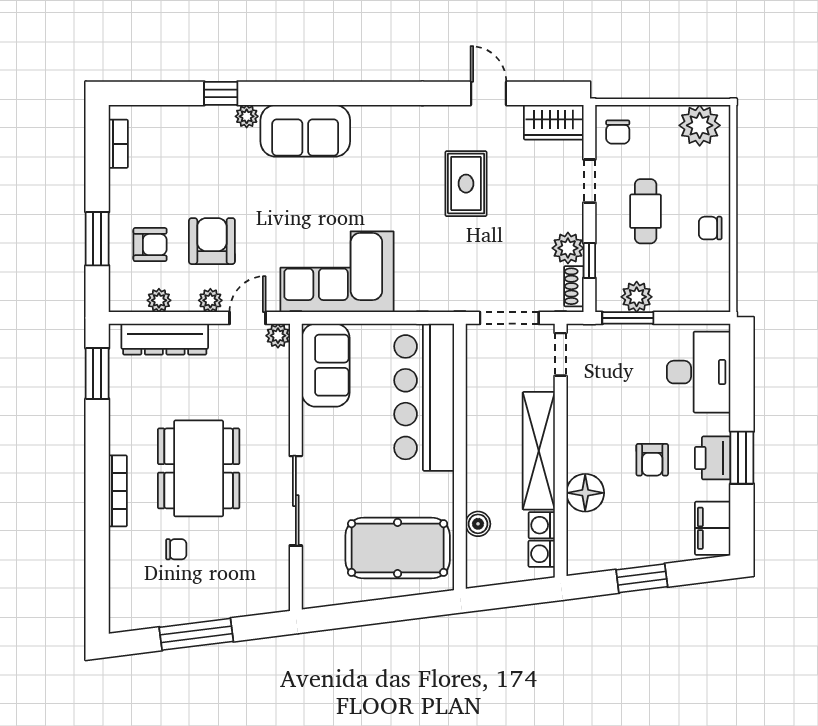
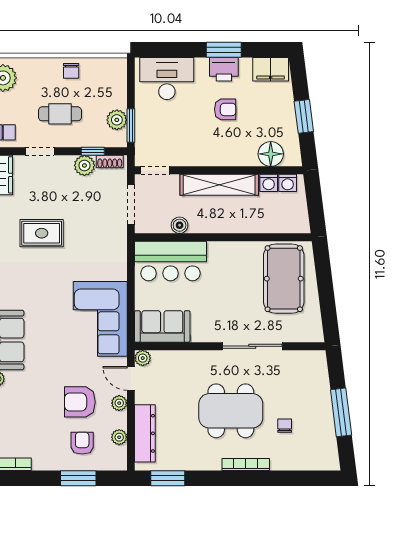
bar counter: (424, 397) -> (171, 261), width x0.73
floor lamp: (585, 493) -> (271, 154), moved
boiler: (478, 524) -> (180, 225), moved

